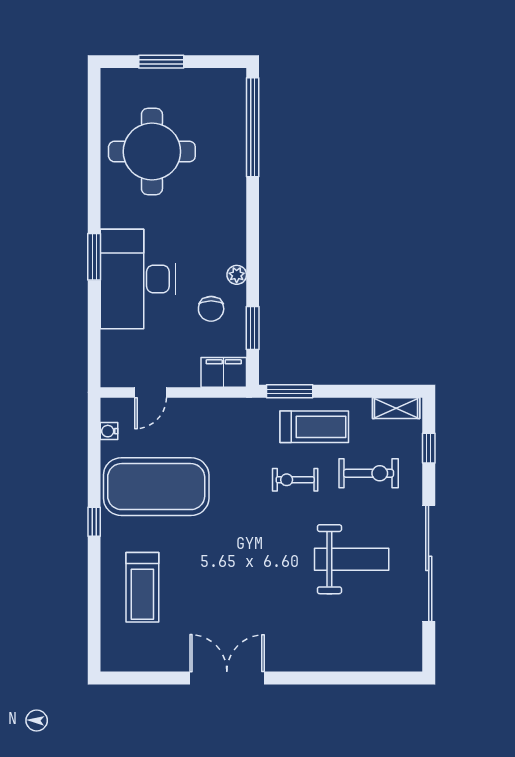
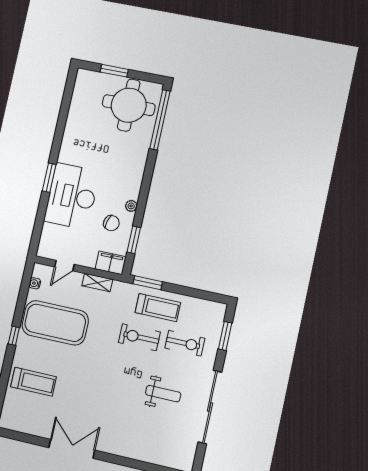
round table: (152, 152) -> (129, 105), moved
chair: (211, 309) -> (111, 223), turned -74
shelving: (396, 408) -> (97, 282), moved
window: (429, 448) -> (225, 336), width x1.50
exercise bike: (295, 480) -> (139, 337), width x1.38, depth x1.39
weight bench: (352, 559) -> (163, 394), width x0.73, depth x0.75
treadmill: (142, 587) -> (34, 382), turned -90

